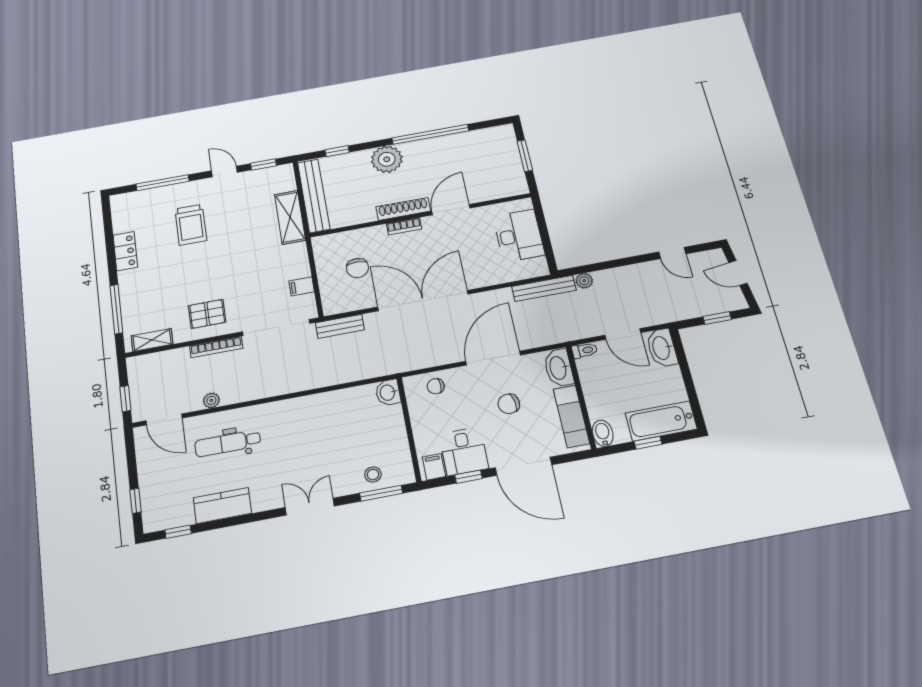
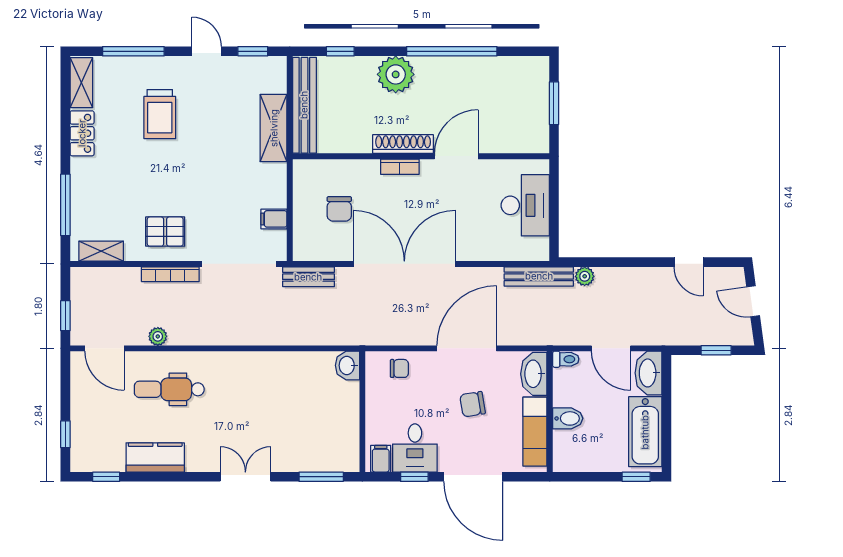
shelving: (121, 214) -> (81, 83), added
chair: (436, 386) -> (399, 368), turned 180
bathtub: (661, 421) -> (645, 432), moved, turned -90
bidet: (603, 433) -> (568, 418), moved, turned 90
window: (648, 443) -> (636, 477), moved
stool: (373, 475) -> (316, 455), removed

